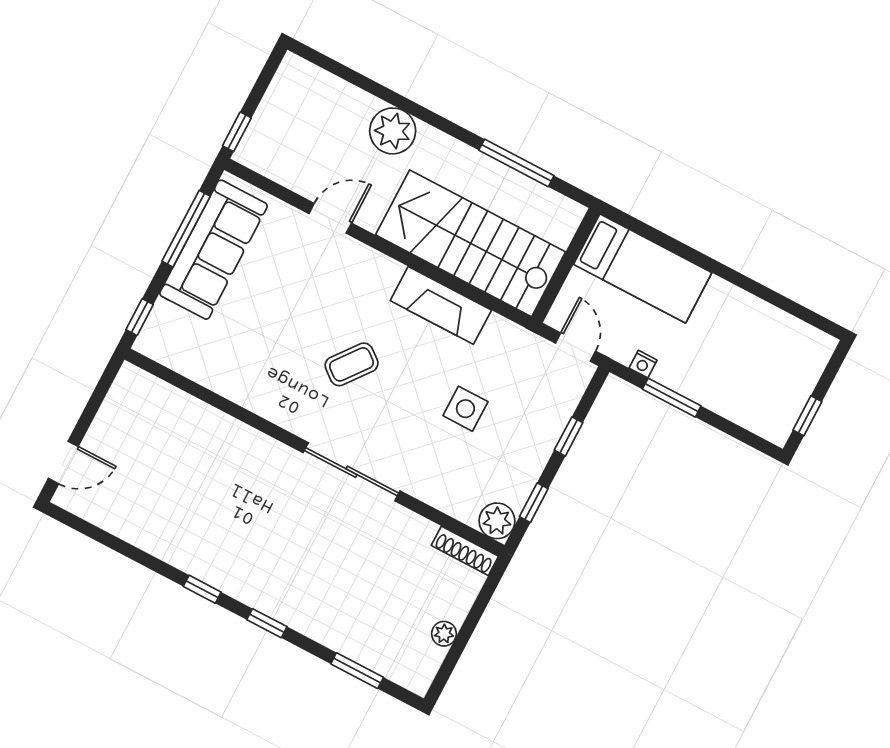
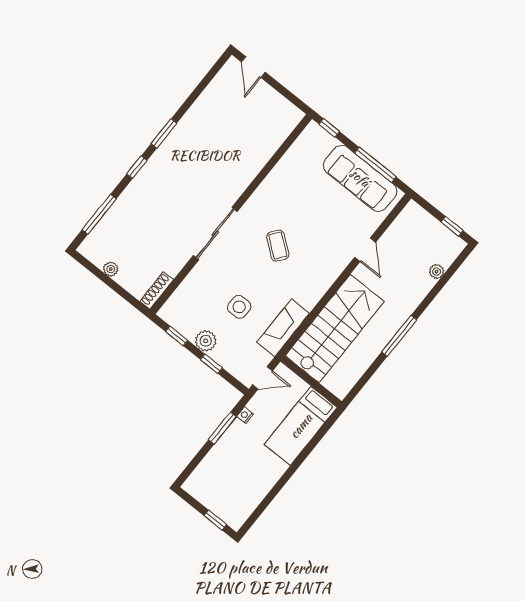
plant: (393, 131) -> (437, 272), moved, width x0.53, depth x0.53
window: (237, 132) -> (452, 226), moved
window: (516, 163) -> (399, 336), moved
fireplace: (441, 305) -> (283, 328), moved
window: (807, 416) -> (215, 520), moved
plant: (497, 521) -> (206, 341), moved
window: (202, 589) -> (164, 133), width x1.50
window: (357, 671) -> (99, 214), width x1.44

